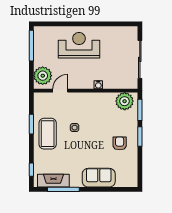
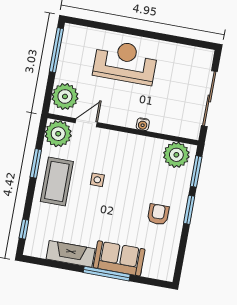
plant: (43, 101) -> (58, 134), added
fireplace: (53, 181) -> (71, 254), moved
window: (63, 189) -> (107, 274), moved

